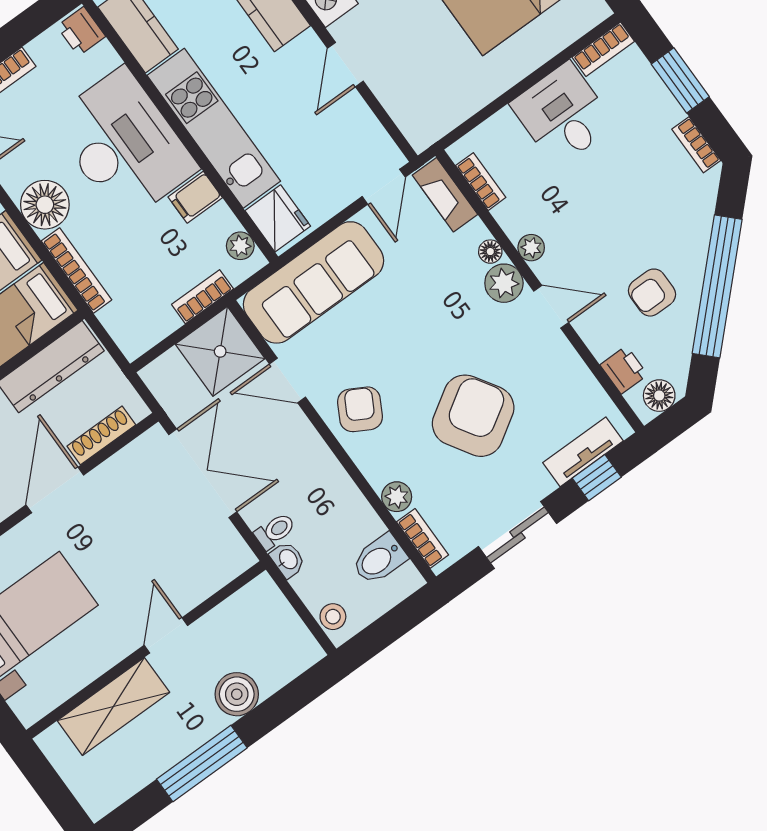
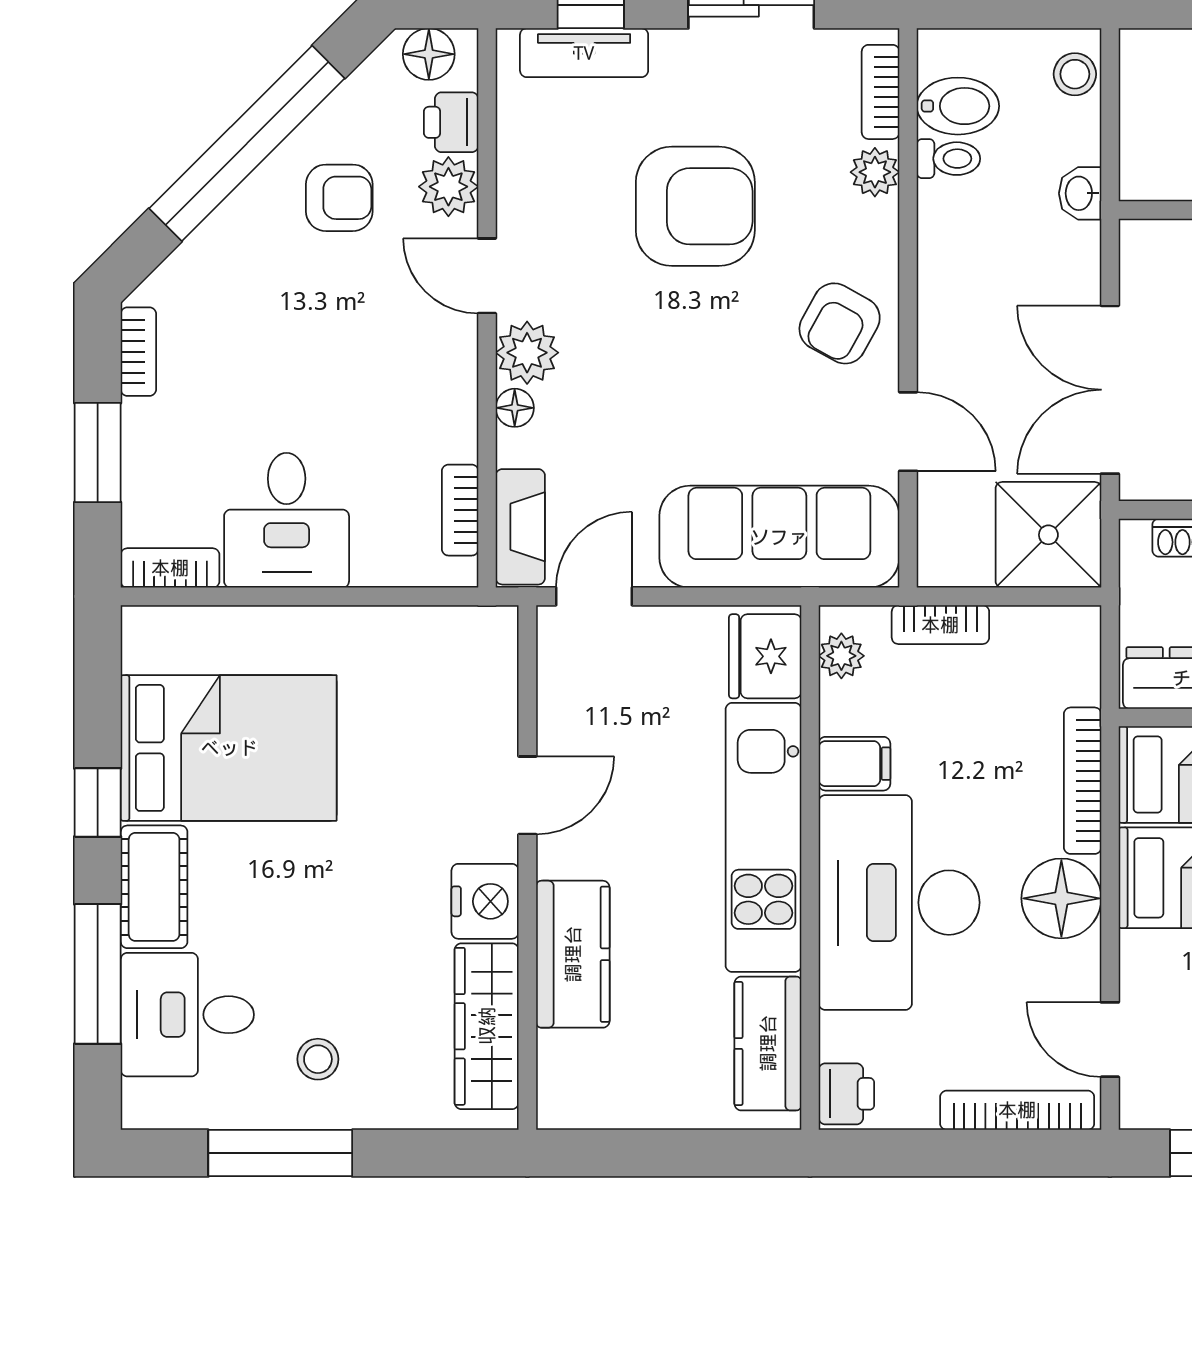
plant: (531, 248) -> (448, 187), moved, width x1.38, depth x1.38
shower: (220, 351) -> (1048, 535), moved
armchair: (473, 416) -> (695, 206), turned -148
toilet: (275, 531) -> (948, 159), moved, turned 180

